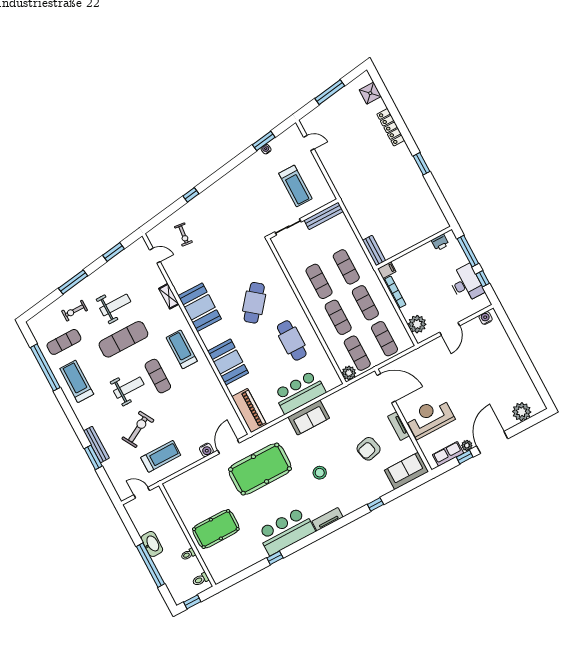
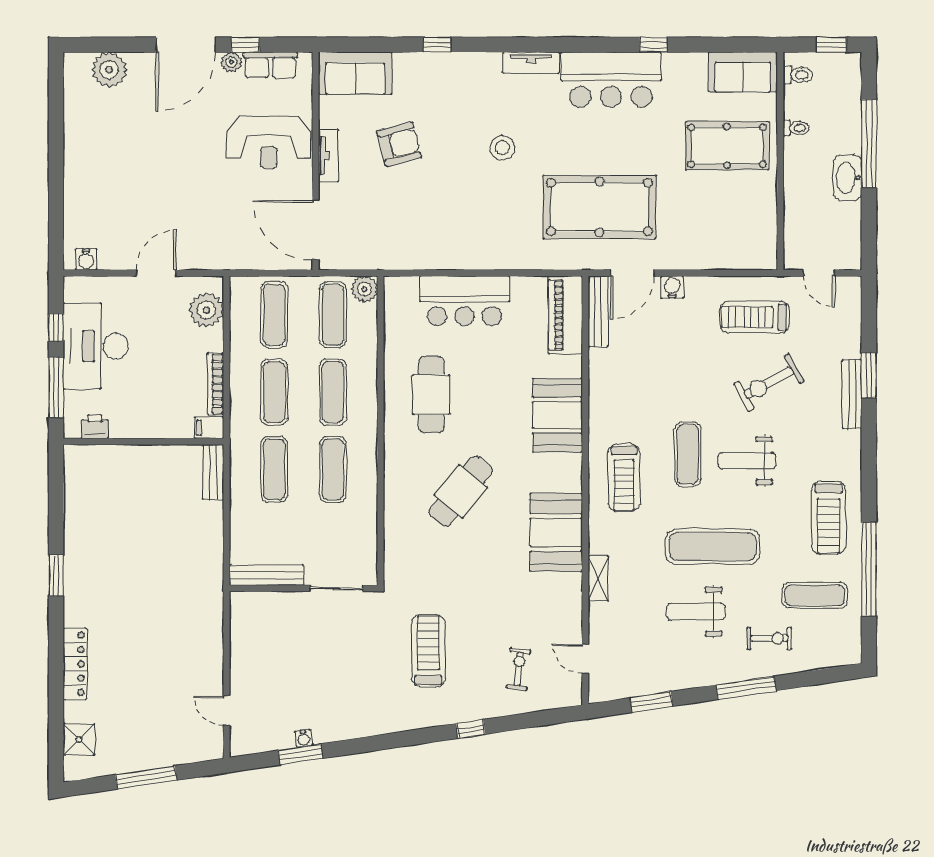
treadmill: (295, 186) -> (428, 651), moved
desk: (466, 284) -> (96, 346), width x1.36, depth x1.30
sofa: (309, 418) -> (743, 72), moved, turned 180
bench: (235, 420) -> (598, 311), added

